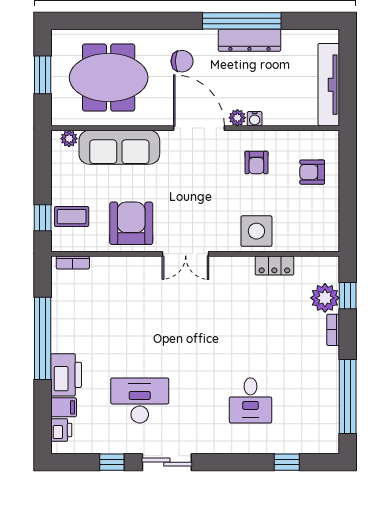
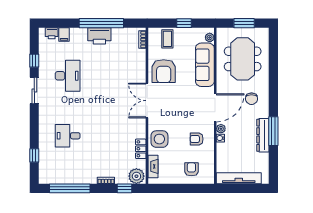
window: (242, 21) -> (273, 131), width x0.68
window: (43, 218) -> (184, 23), moved
armchair: (131, 223) -> (164, 71), turned 90
fireplace: (307, 243) -> (153, 166), added
double door: (186, 254) -> (147, 101), width x1.37
plant: (325, 298) -> (136, 176), moved
printer: (66, 375) -> (99, 36), moved

